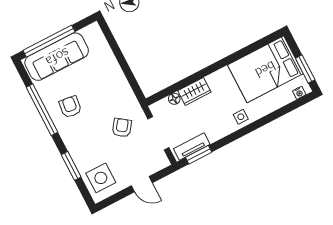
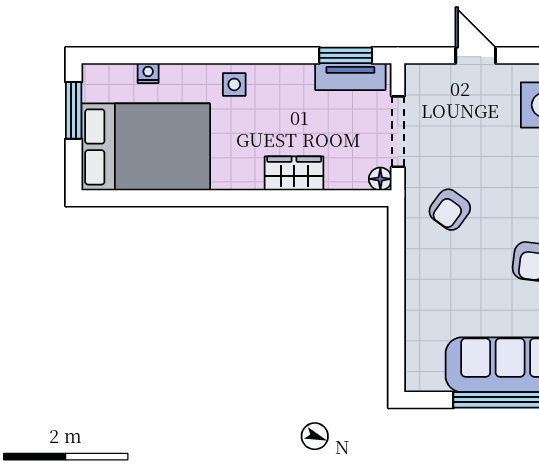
nightstand: (299, 93) -> (148, 73), moved
floor lamp: (174, 99) -> (380, 179), moved
armchair: (122, 128) -> (450, 210), moved

